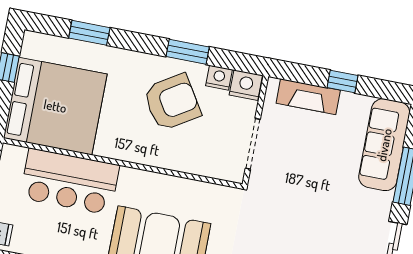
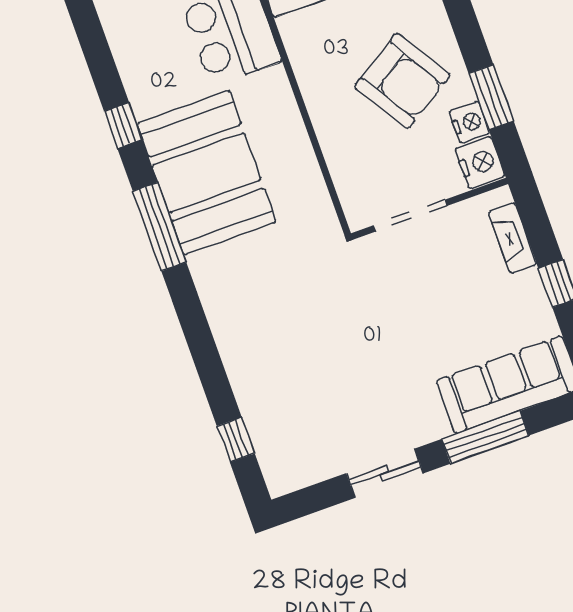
window: (188, 52) -> (491, 97), moved
fireplace: (308, 97) -> (513, 238), width x0.73, depth x0.76

